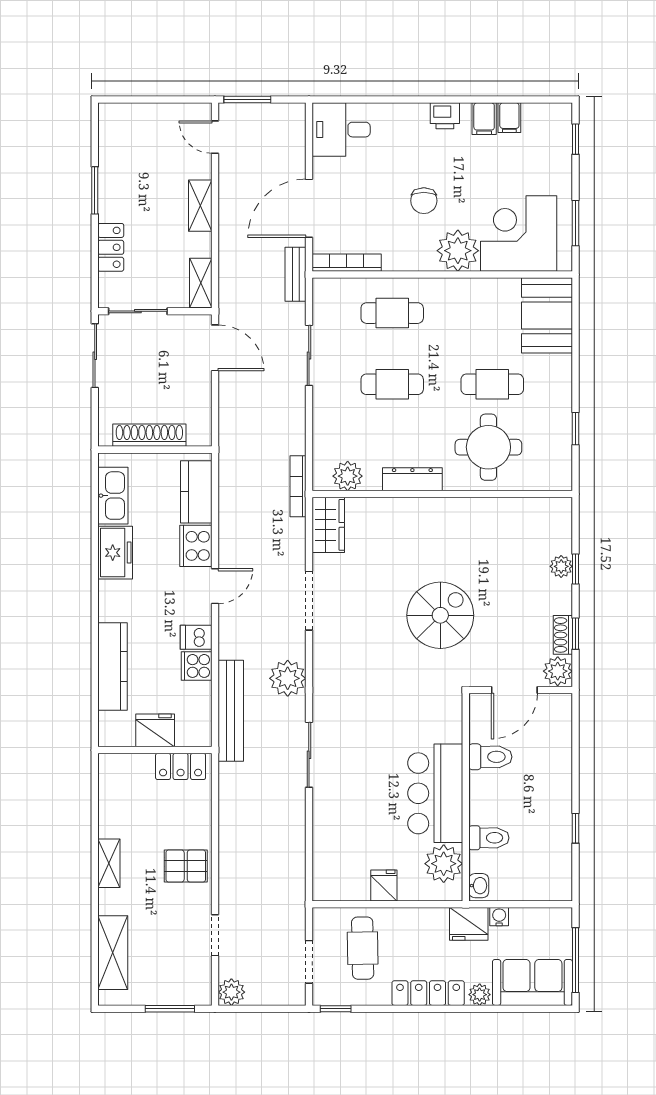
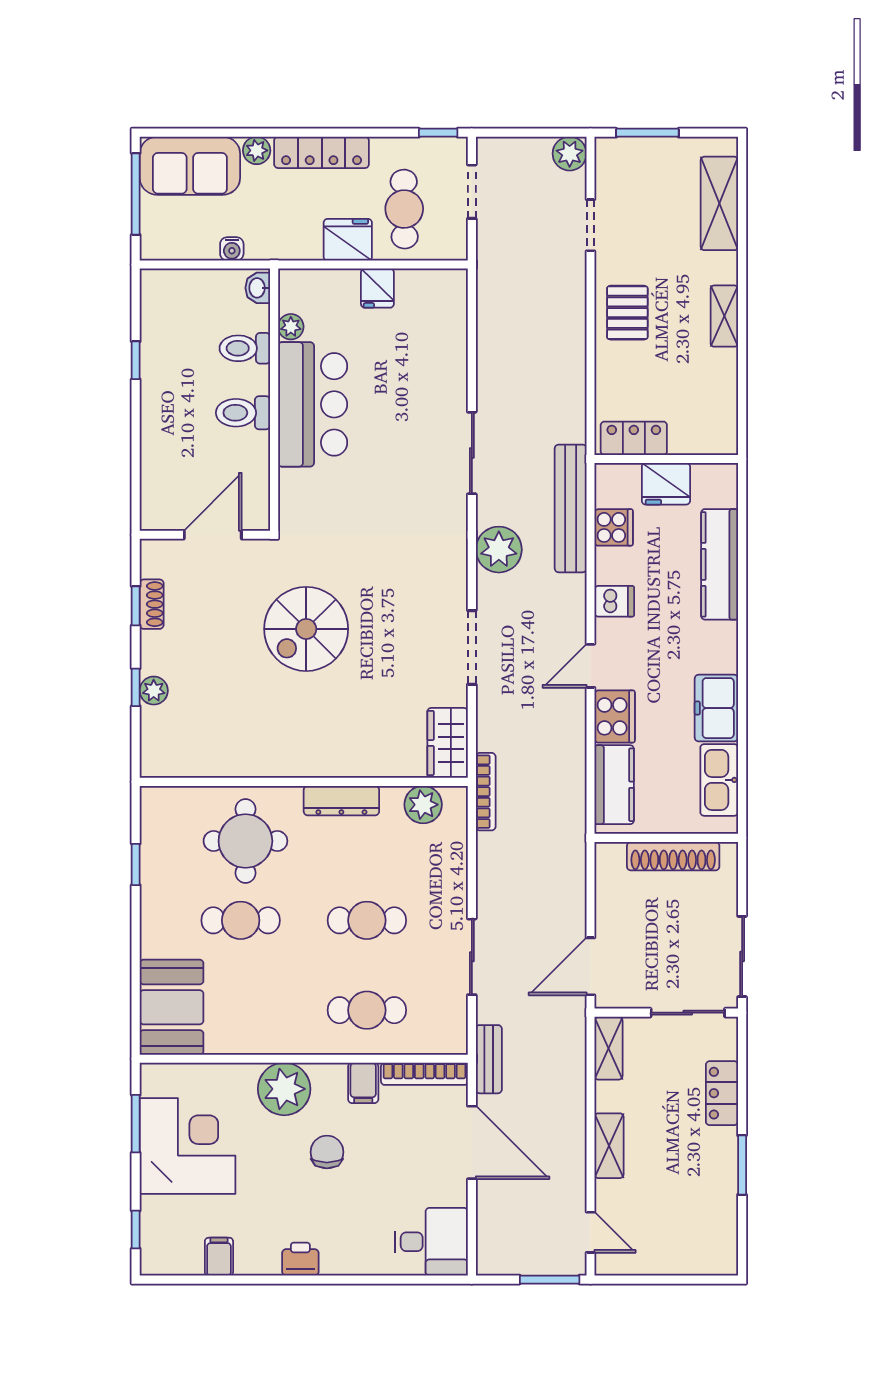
filing cabinet: (484, 119) -> (363, 1083), moved, turned 180
door: (309, 208) -> (472, 1142), hinge flipped
corner desk: (519, 233) -> (188, 1146), moved, turned -90
door: (215, 348) -> (590, 966), hinge flipped
cooker: (197, 666) -> (614, 527), moved
plant: (558, 671) -> (158, 558), removed
toilet: (490, 757) -> (243, 413), moved
plant: (444, 864) -> (291, 327), width x0.53, depth x0.53
pallet: (186, 866) -> (627, 313), turned 90
fridge: (469, 924) -> (348, 240), moved

